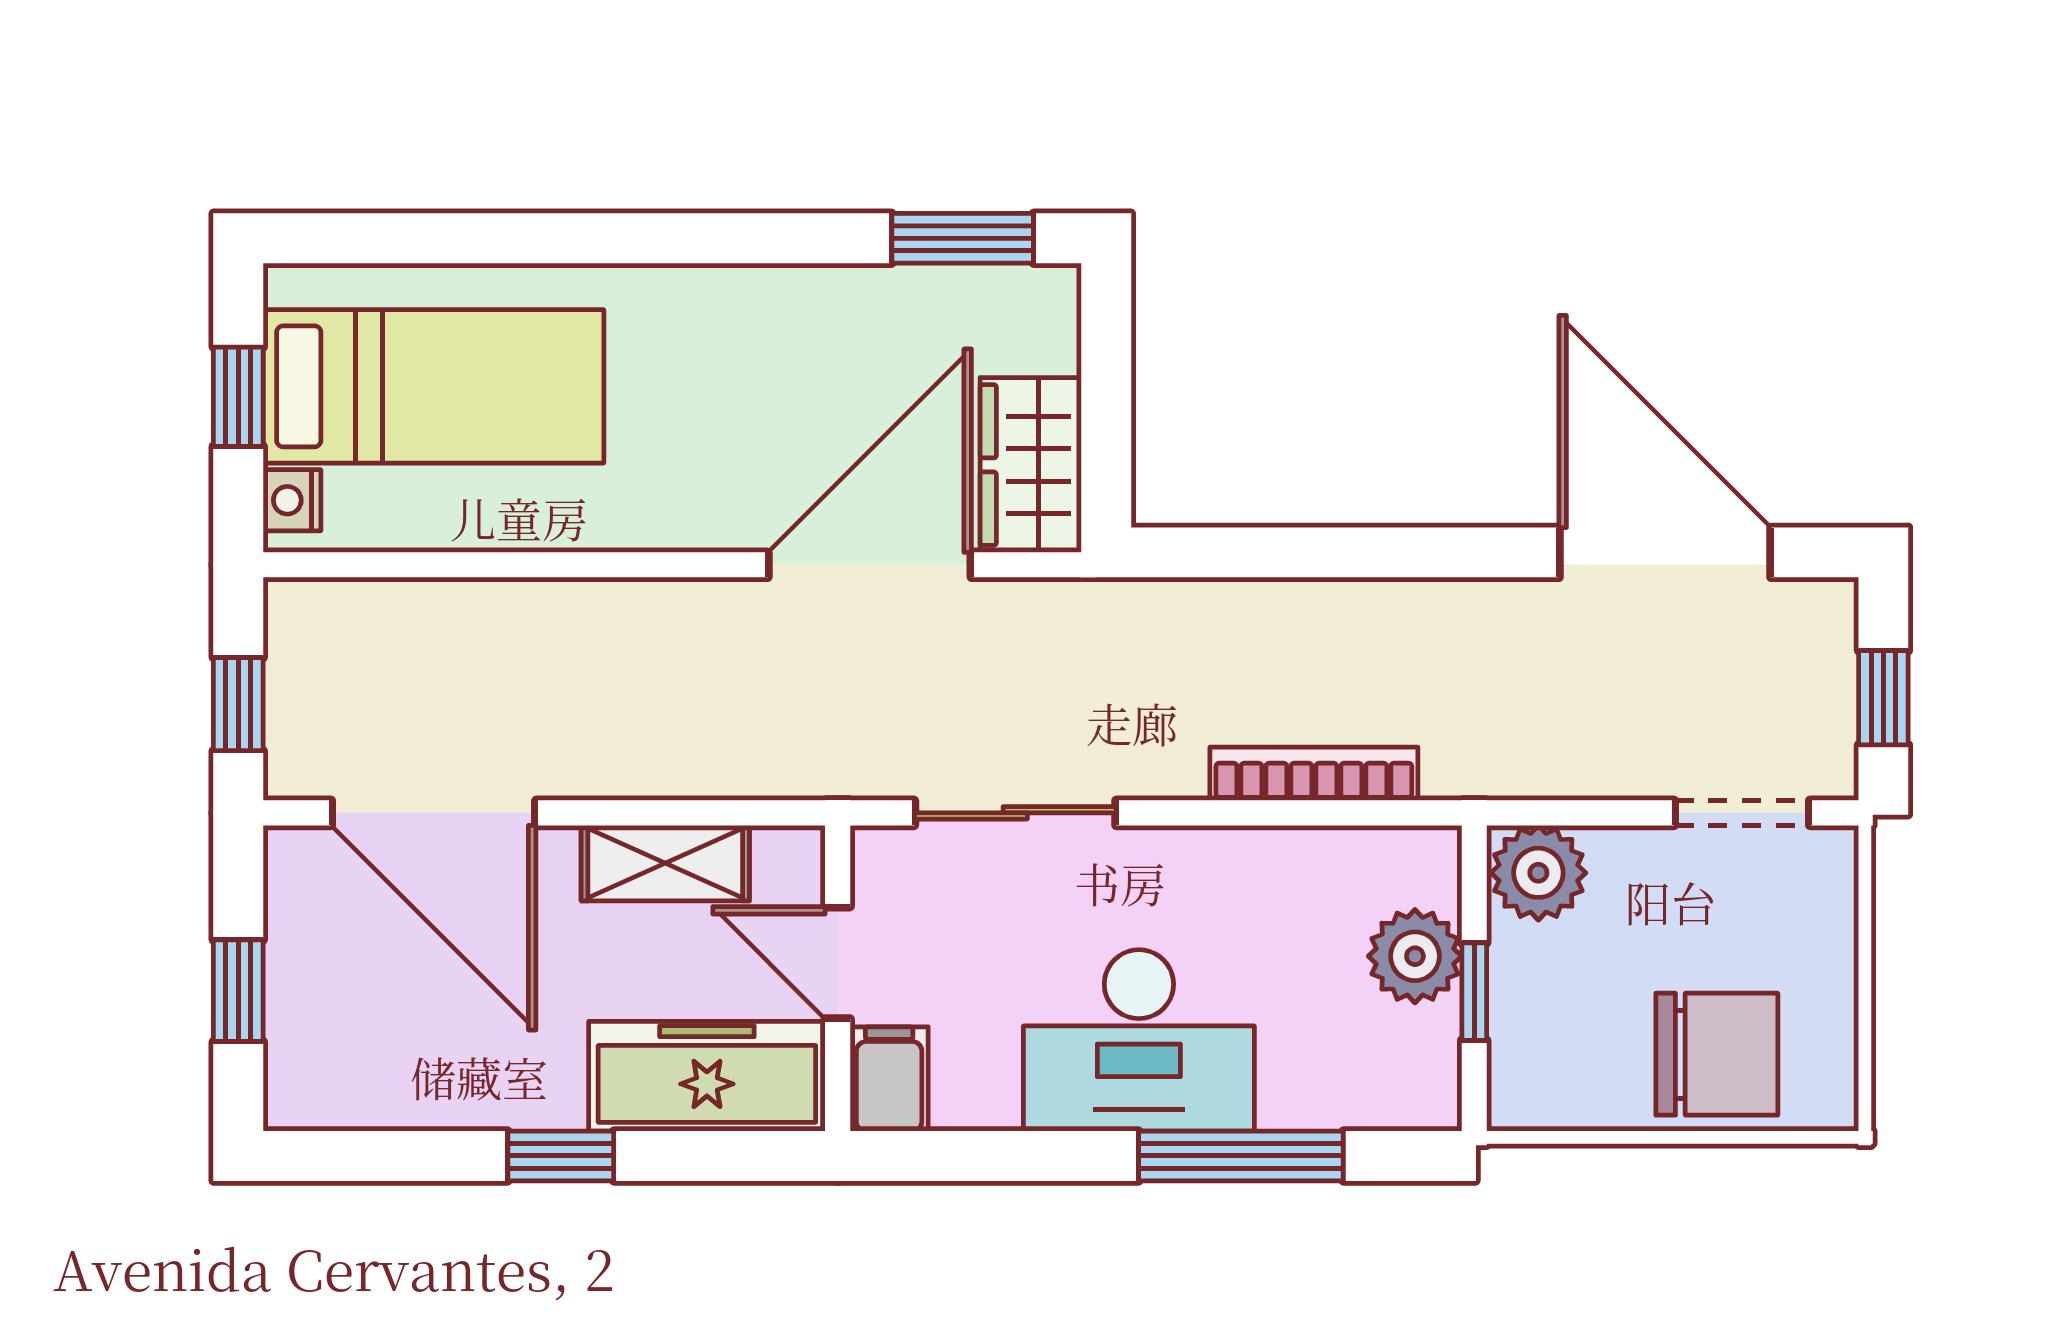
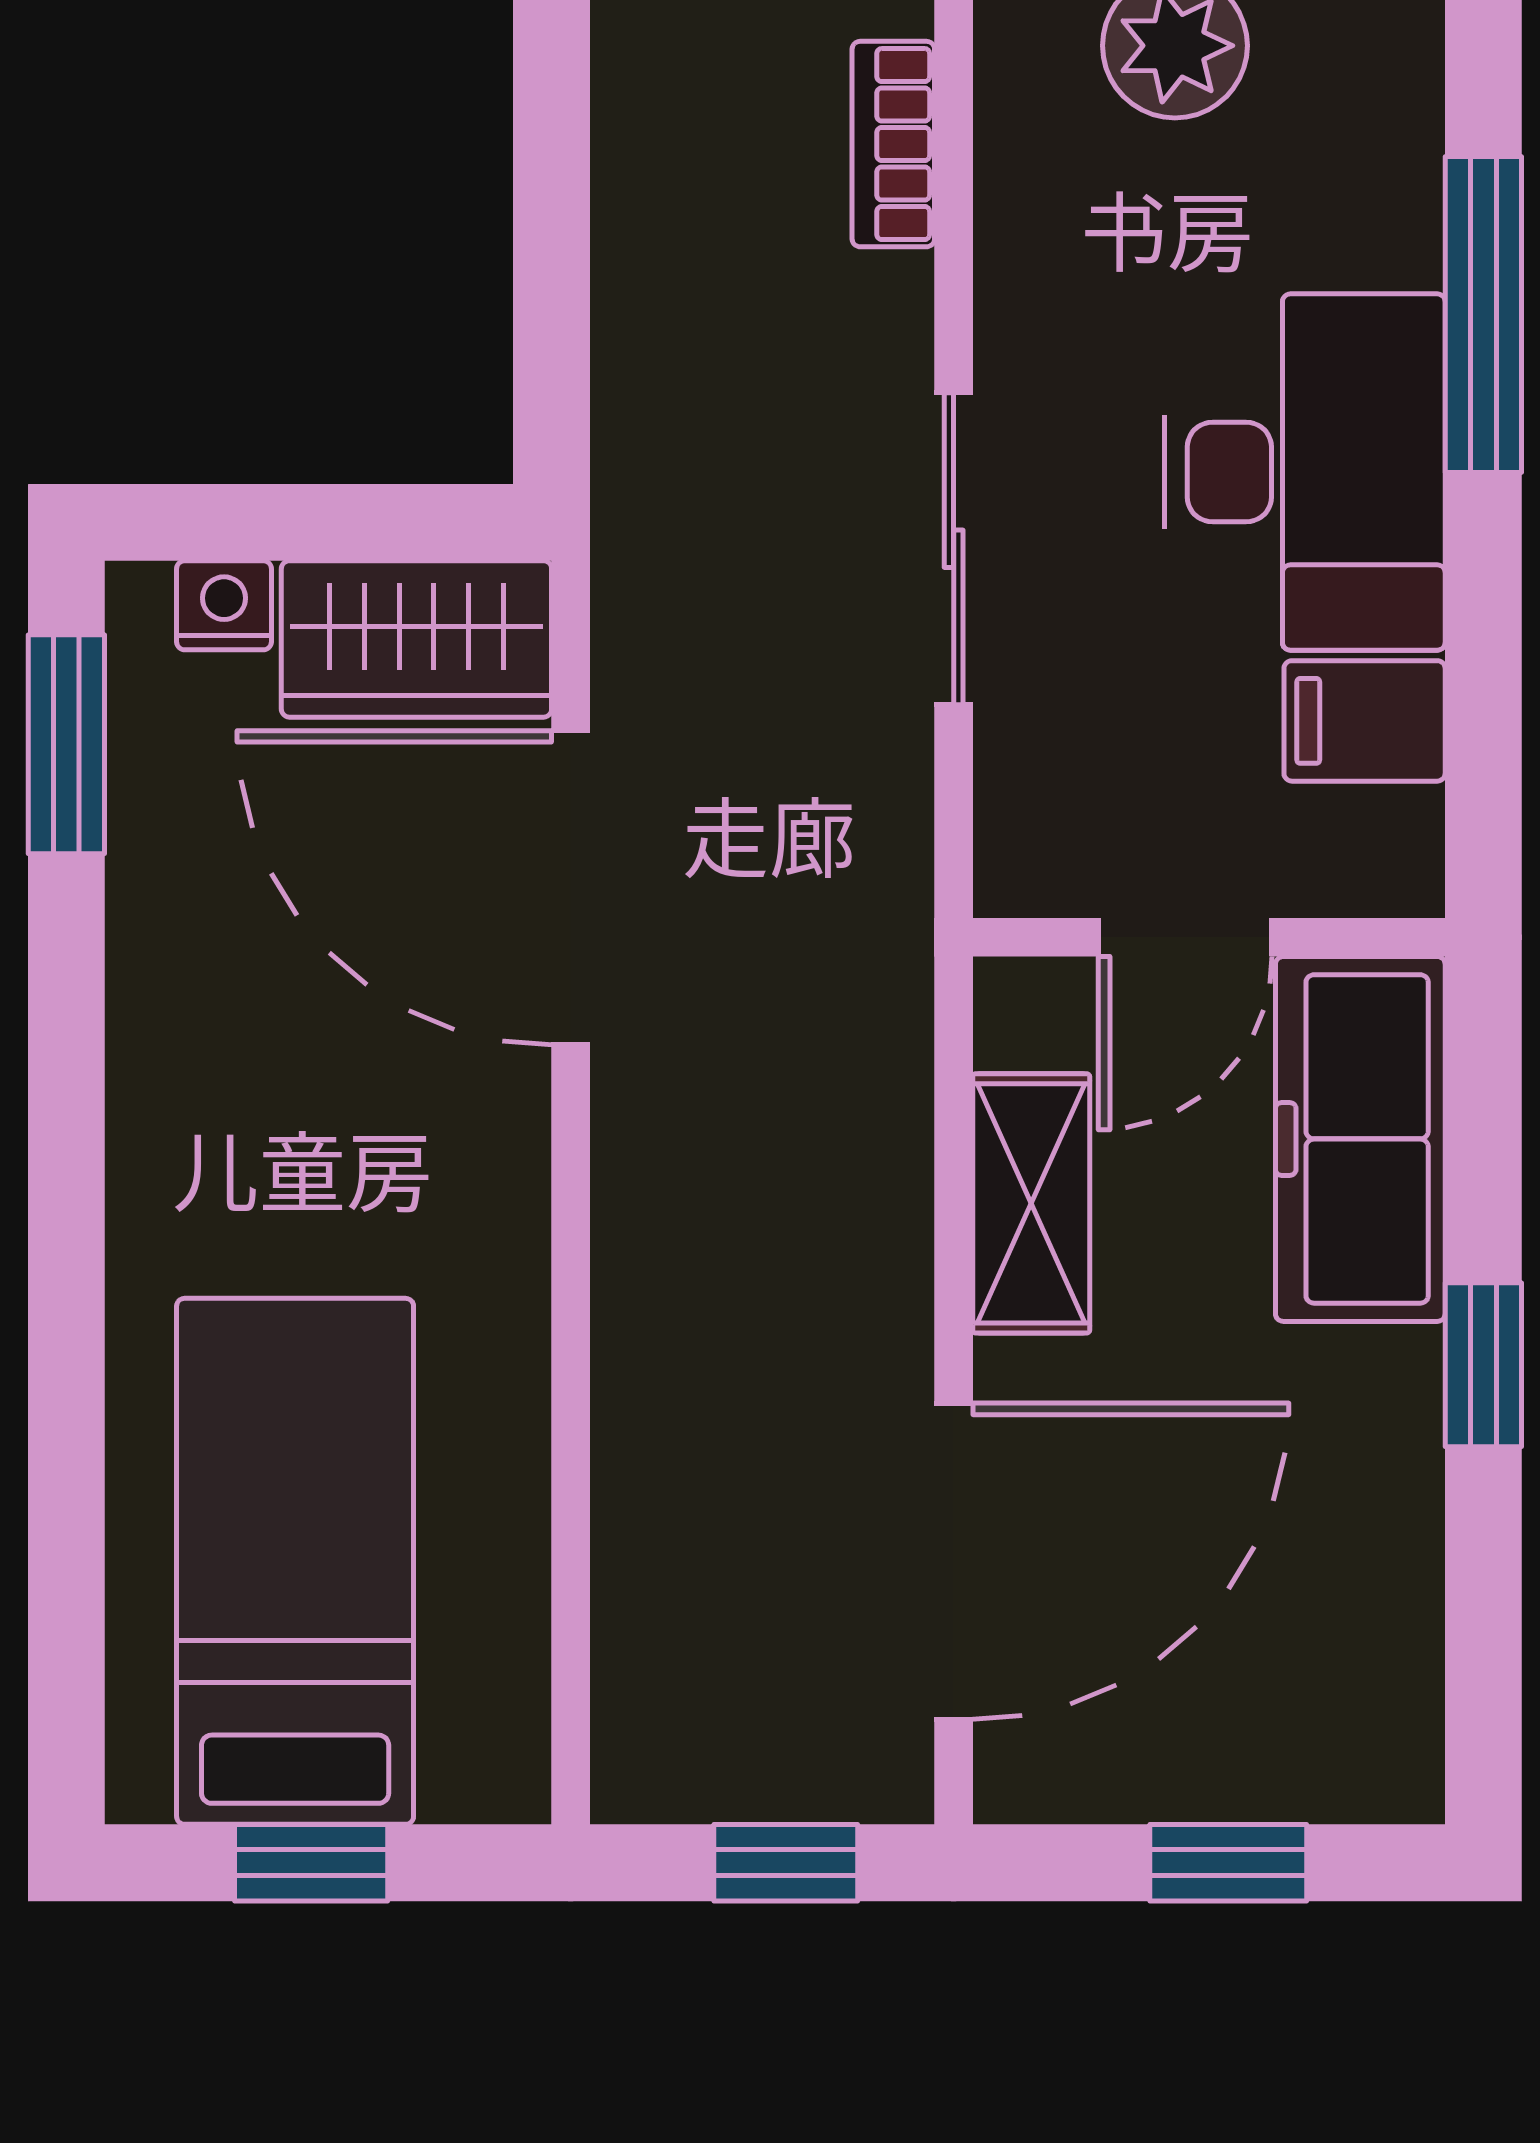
nightstand: (292, 500) -> (224, 605), moved, turned 180
bookcase: (1314, 774) -> (893, 144), width x0.64
sliding door: (1015, 813) -> (954, 549), moved
filing cabinet: (889, 1079) -> (1365, 721), moved

